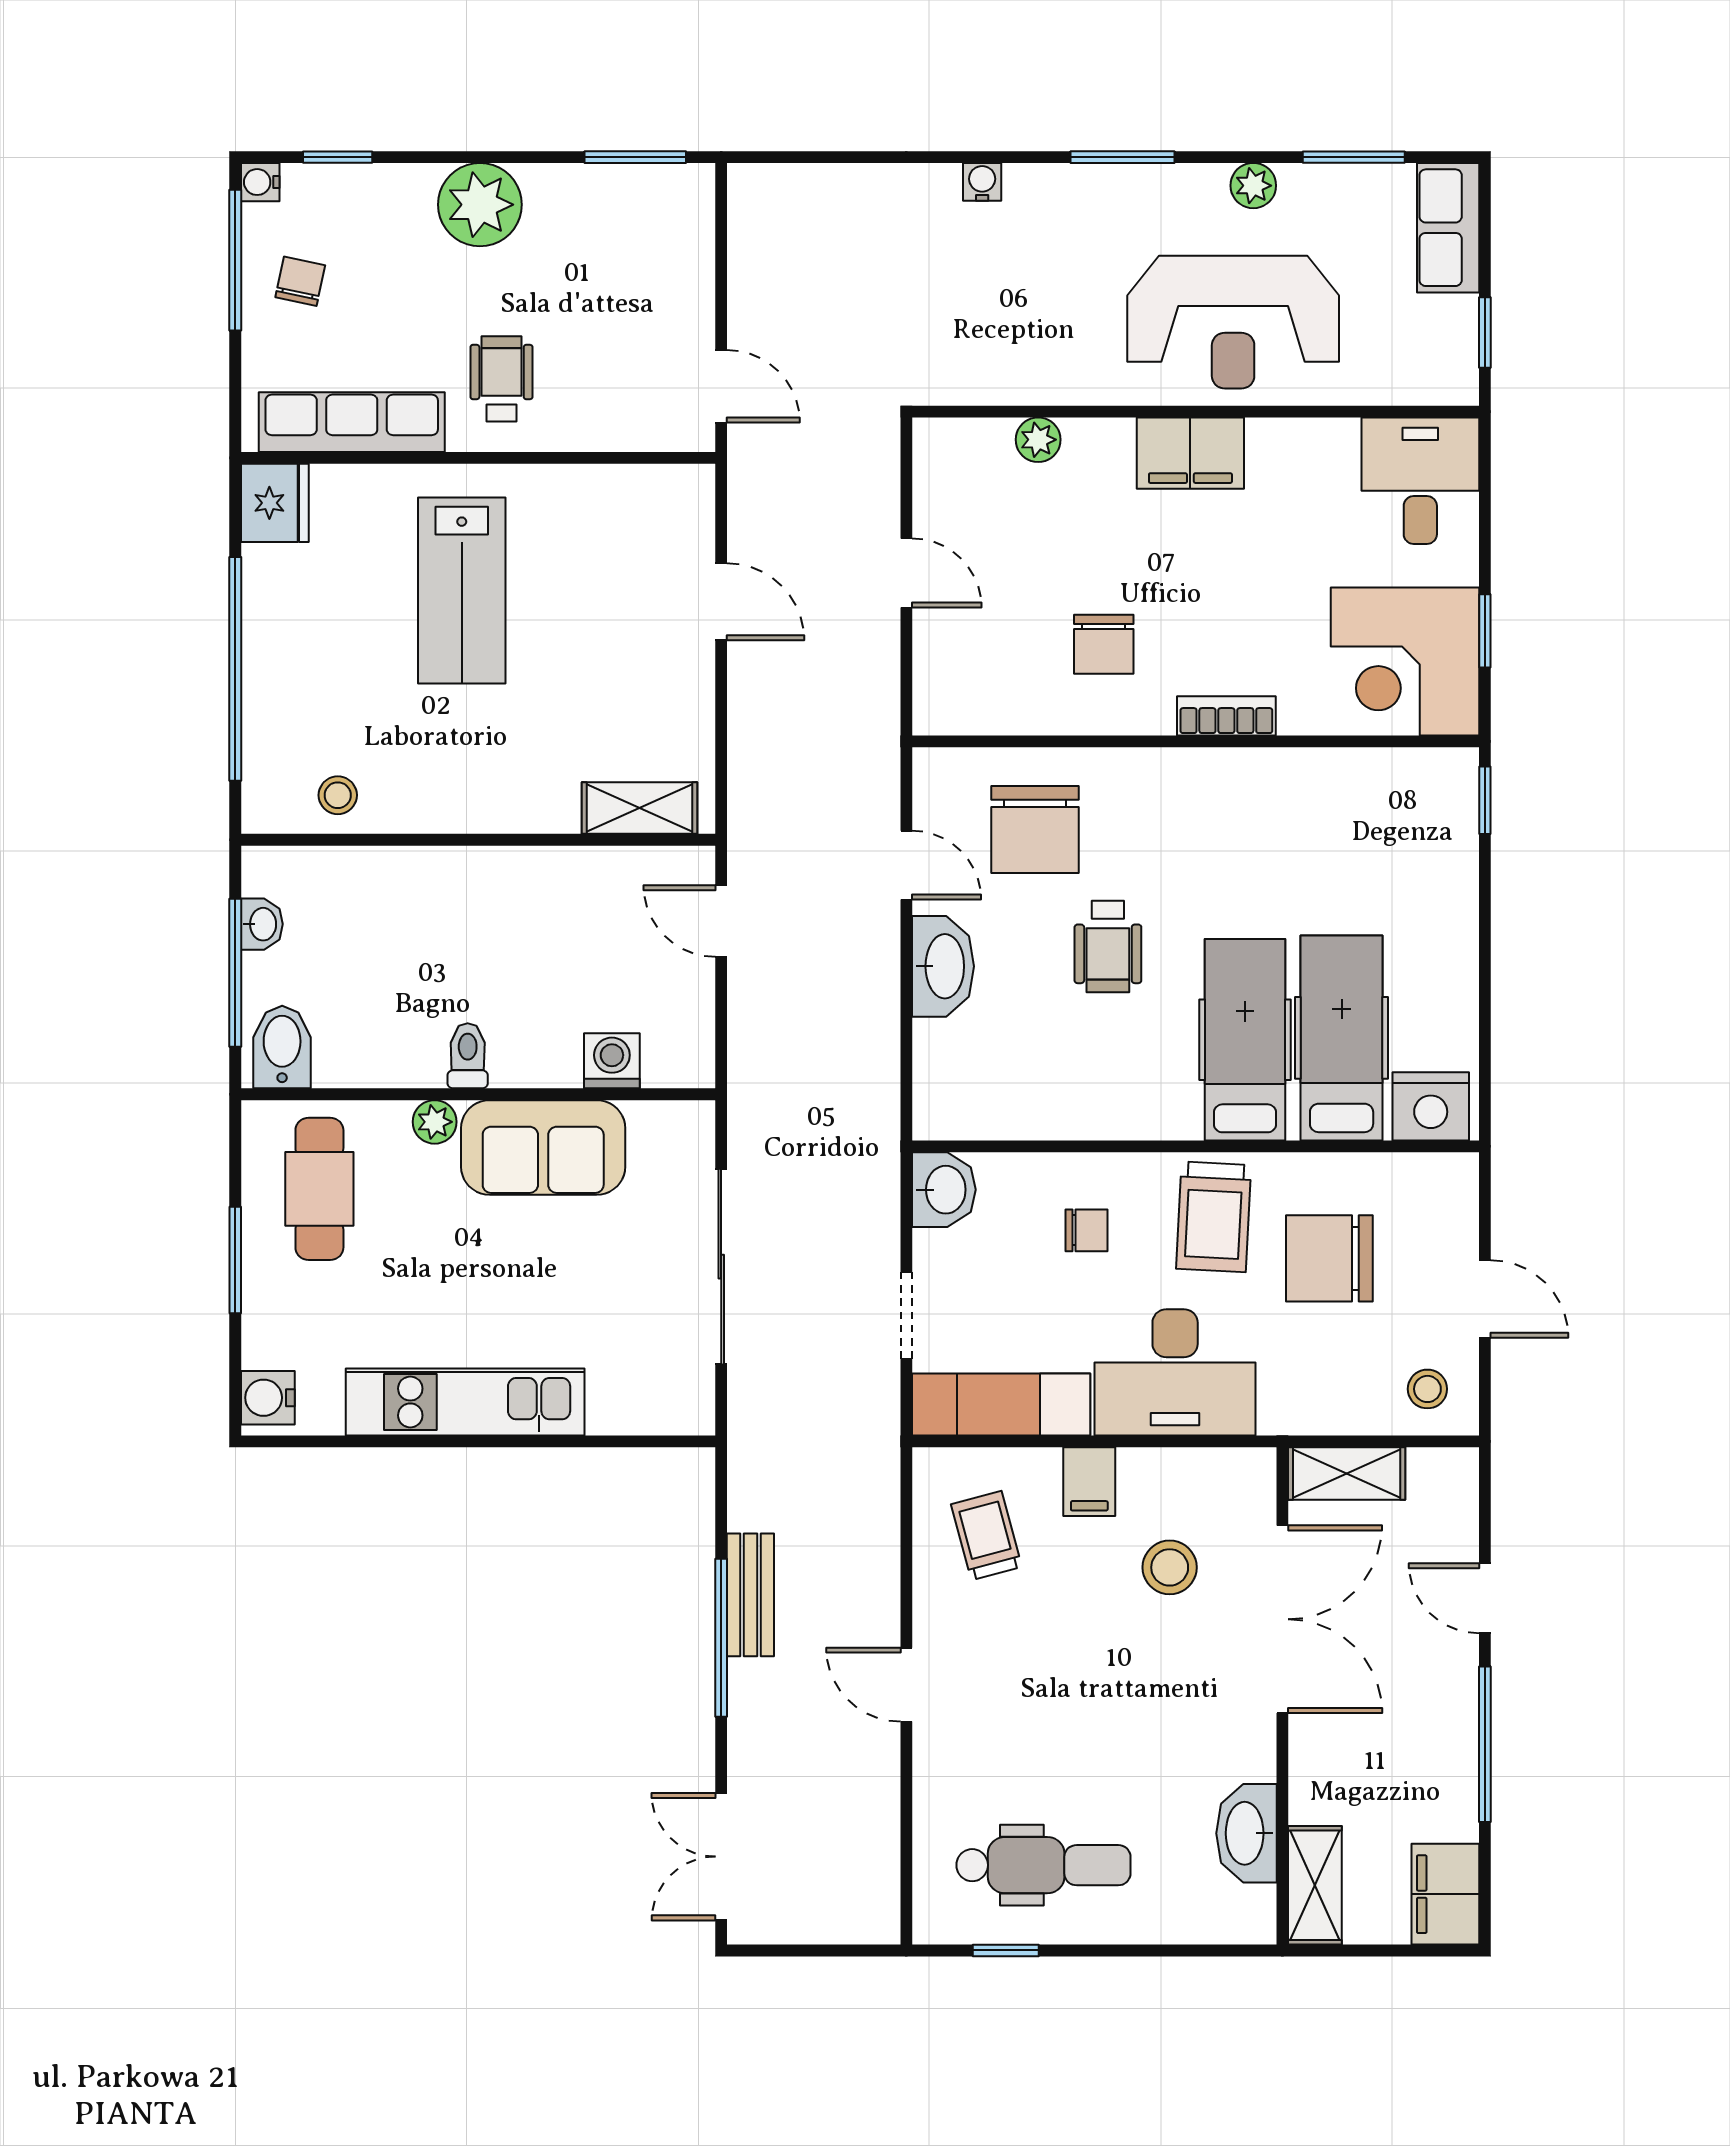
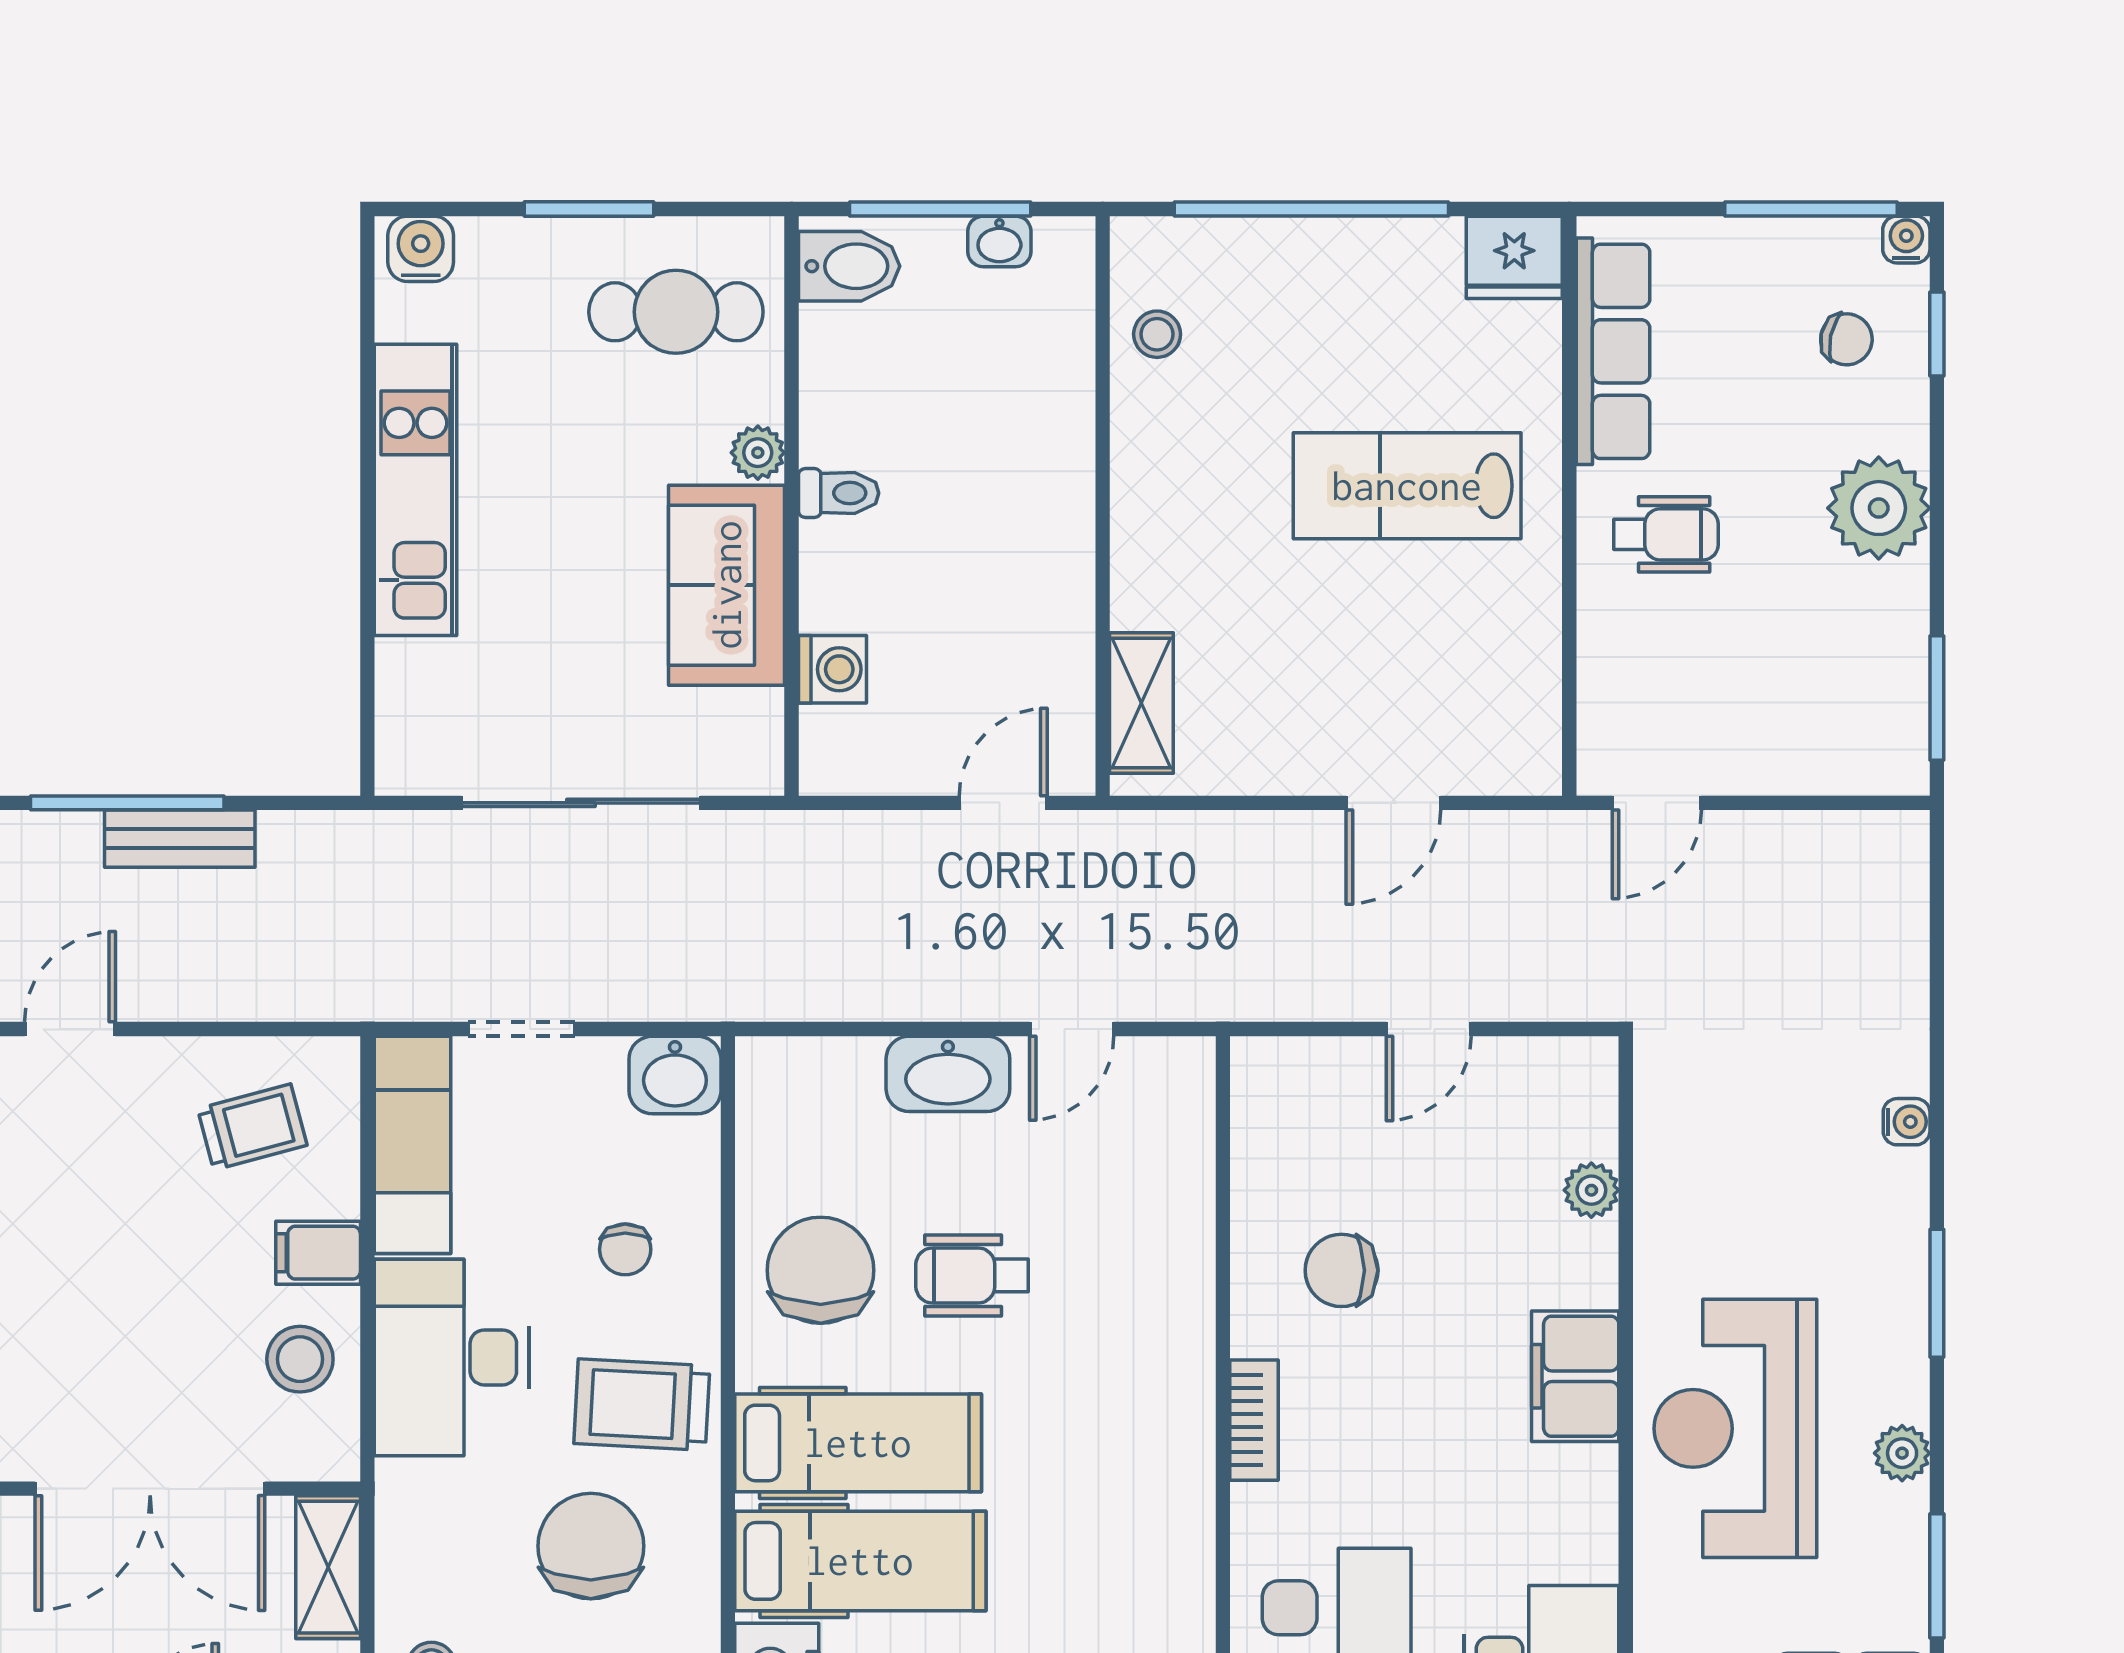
chair: (300, 281) -> (1846, 339), moved
chair: (1035, 830) -> (821, 1270), moved, turned 90
stool: (1170, 1567) -> (300, 1359), moved

